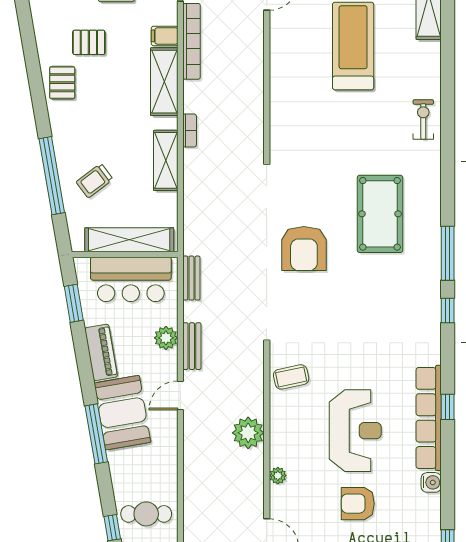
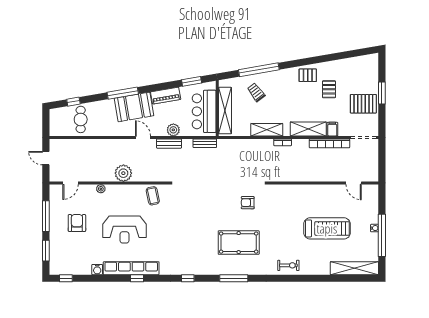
armchair: (304, 249) -> (248, 203), moved, width x0.53, depth x0.53
window: (448, 253) -> (234, 278), moved
armchair: (358, 504) -> (77, 223), moved

